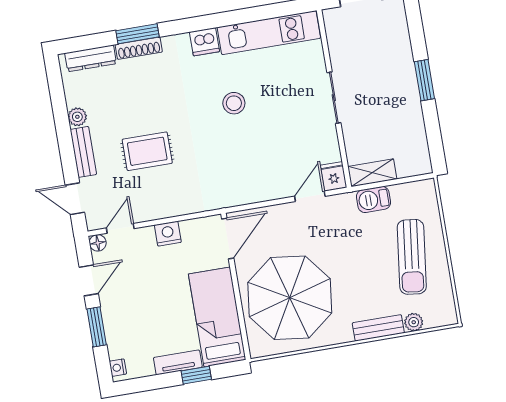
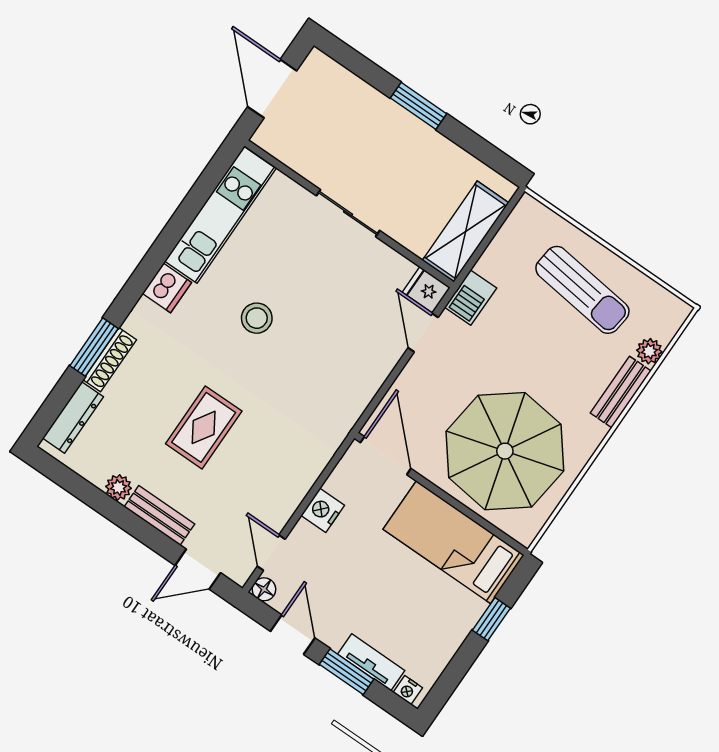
rug: (147, 151) -> (204, 427), moved
shelving: (372, 173) -> (465, 232), width x1.50, depth x1.33
barbecue: (374, 200) -> (471, 298), moved
tv unit: (178, 362) -> (371, 662), moved, turned 90

